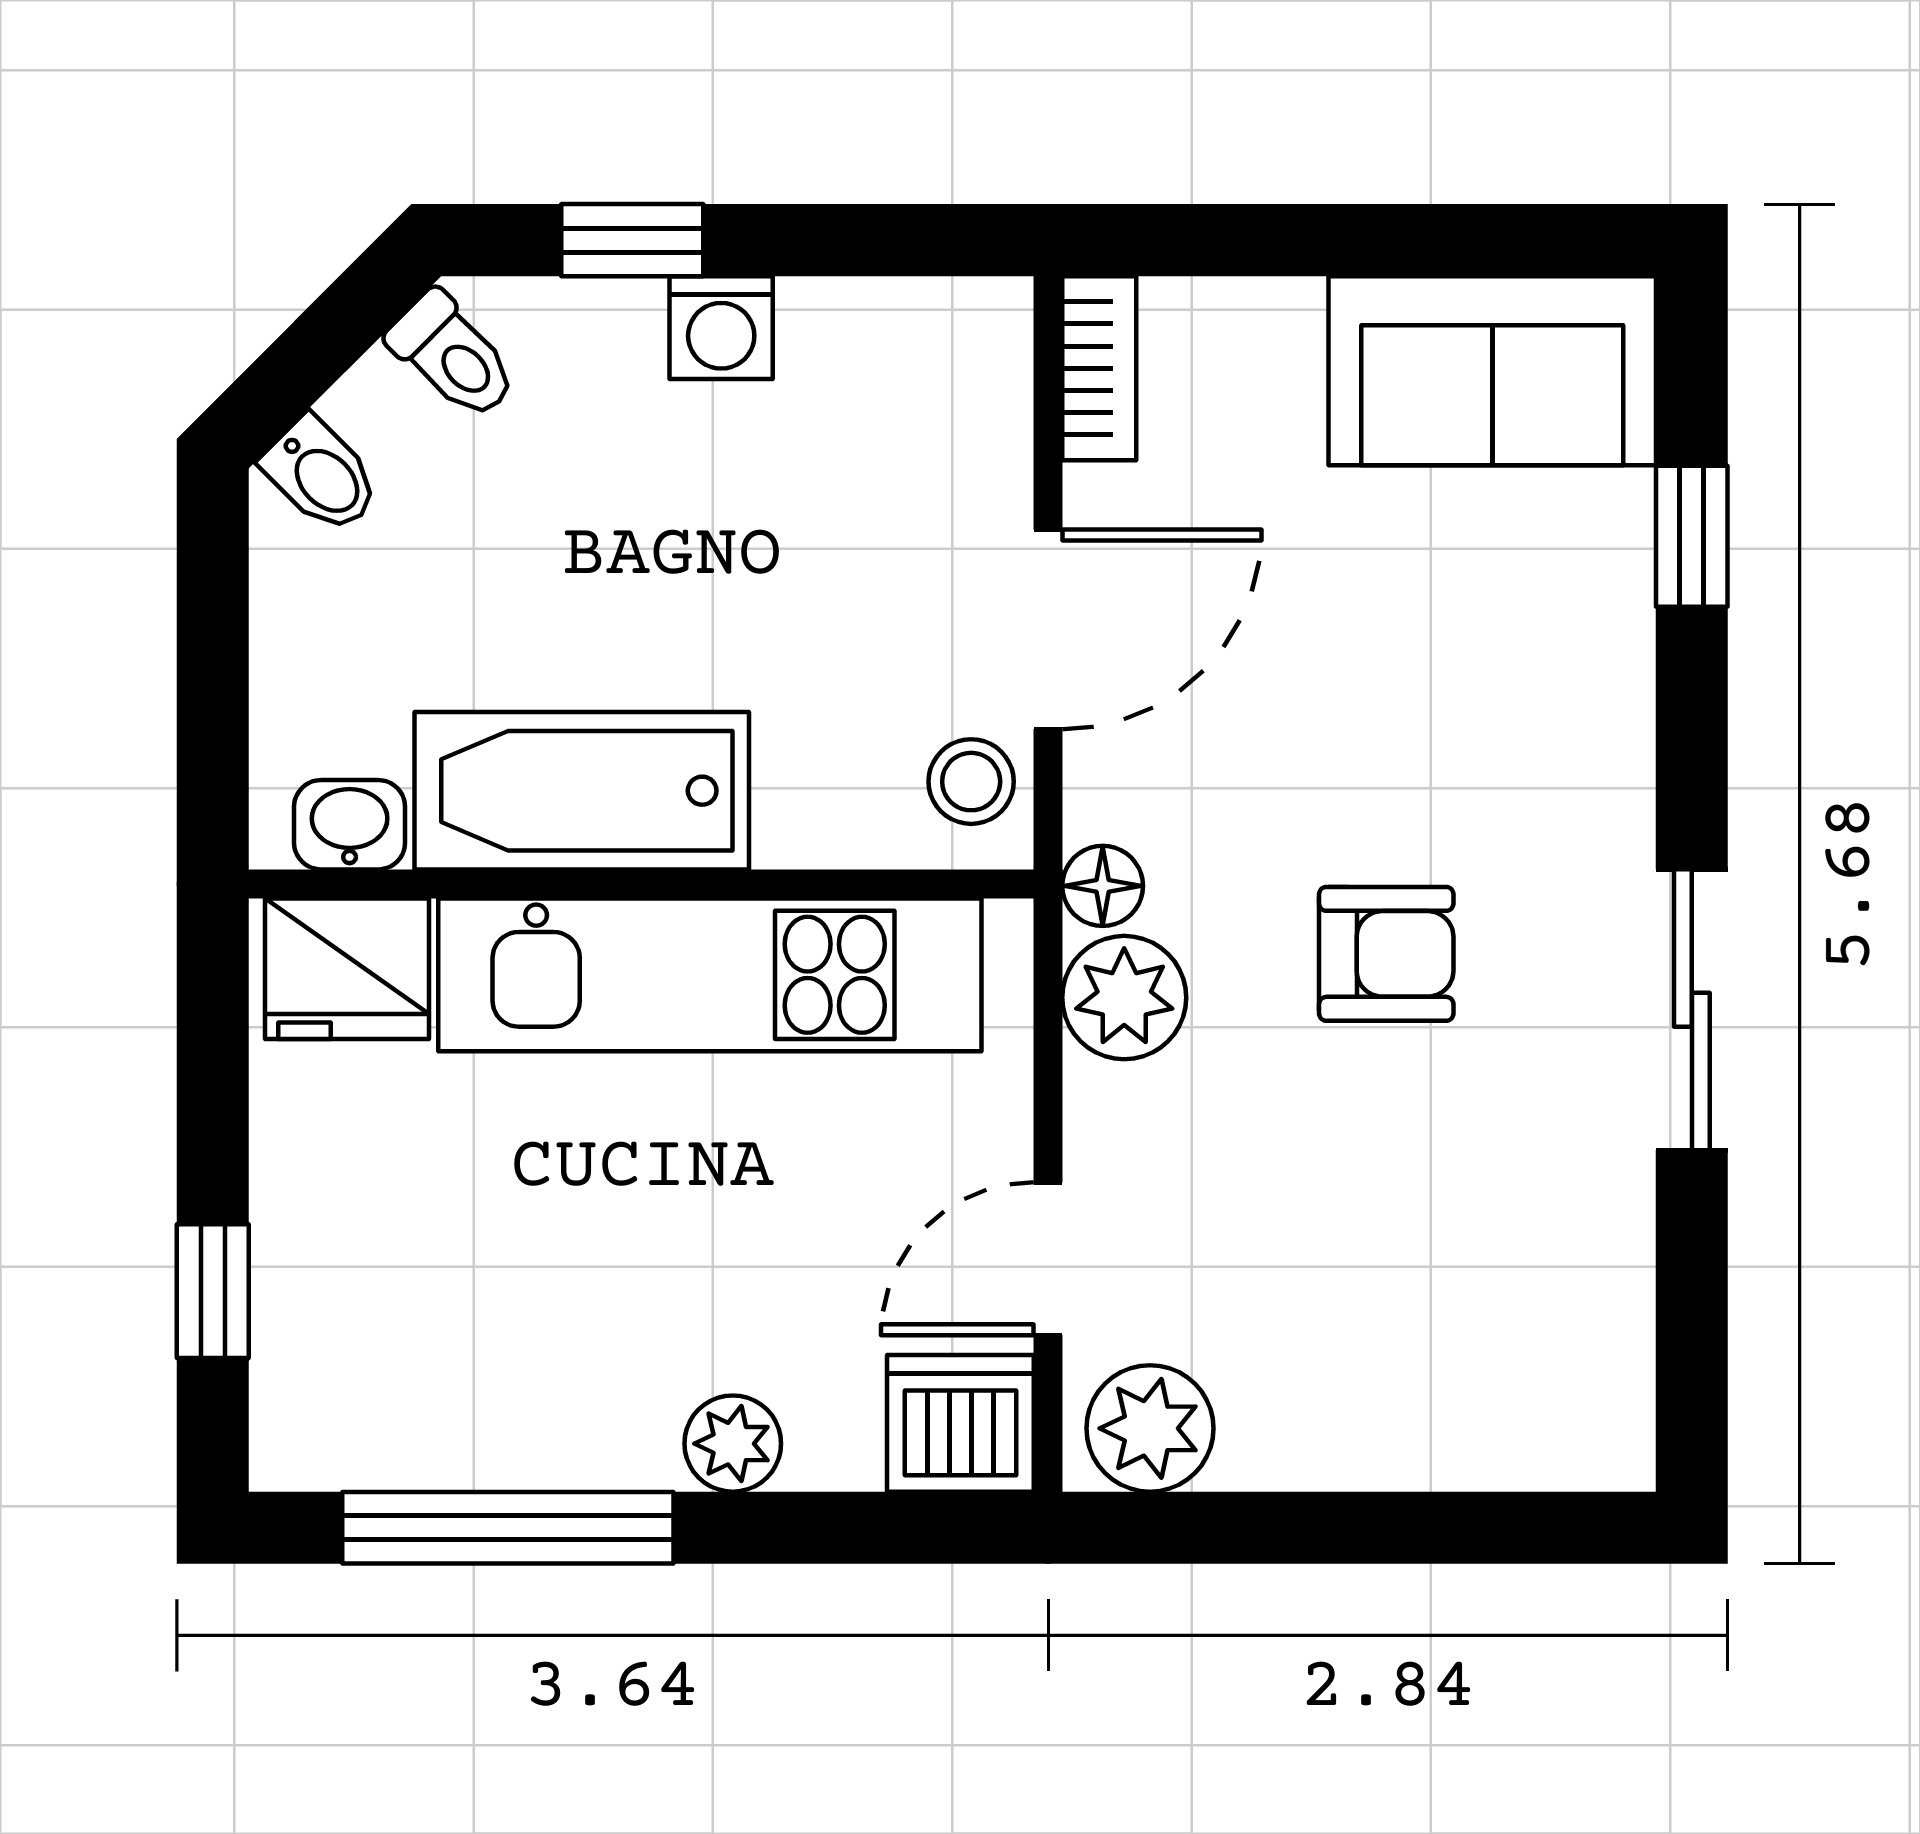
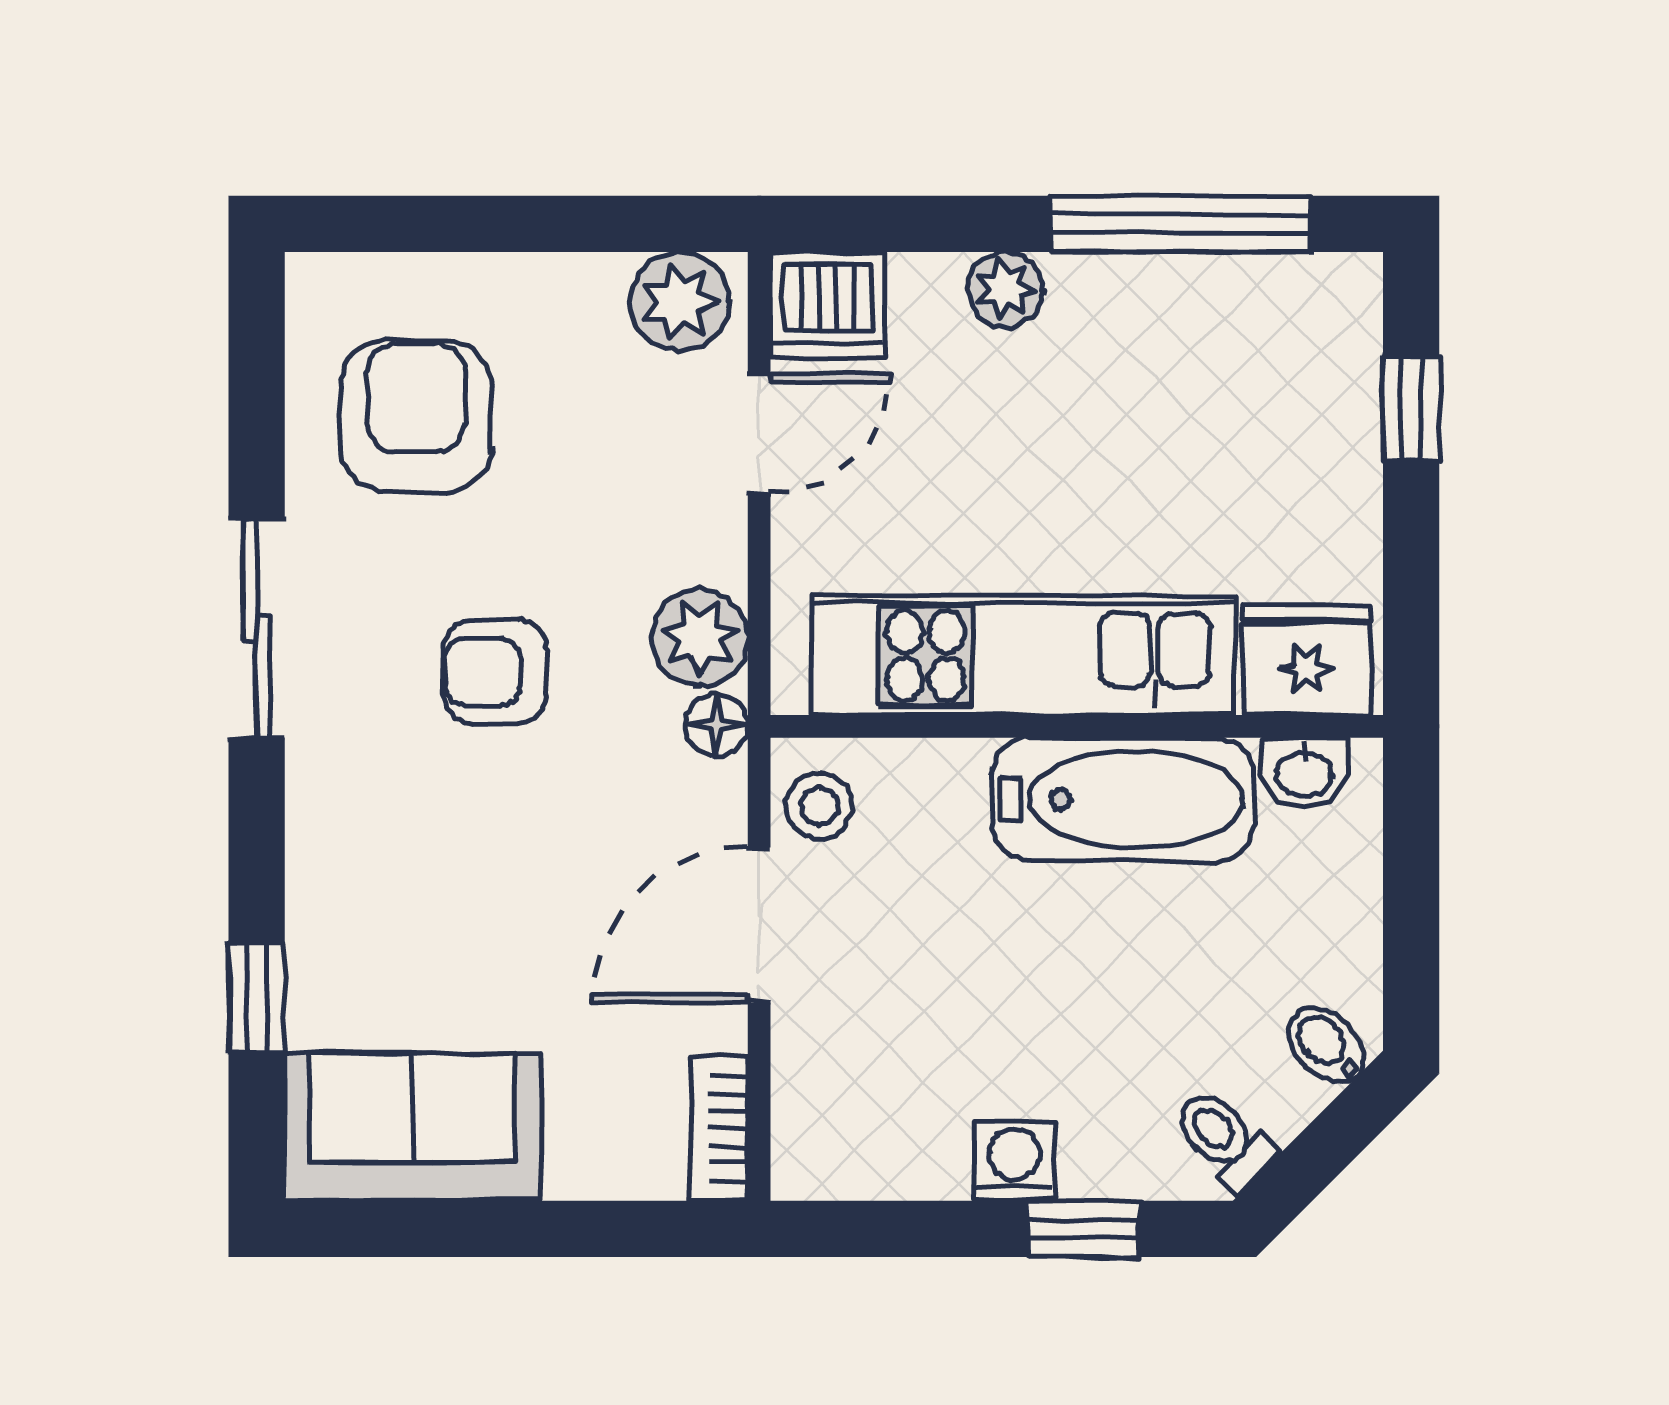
armchair: (1488, 1281) -> (416, 416), added

